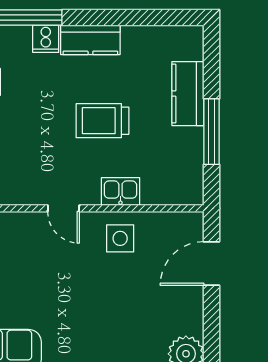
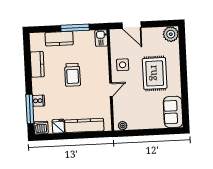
kitchen counter: (90, 40) -> (37, 64), moved
kitchen sink: (120, 192) -> (101, 38), moved
rug: (96, 312) -> (155, 73), added

